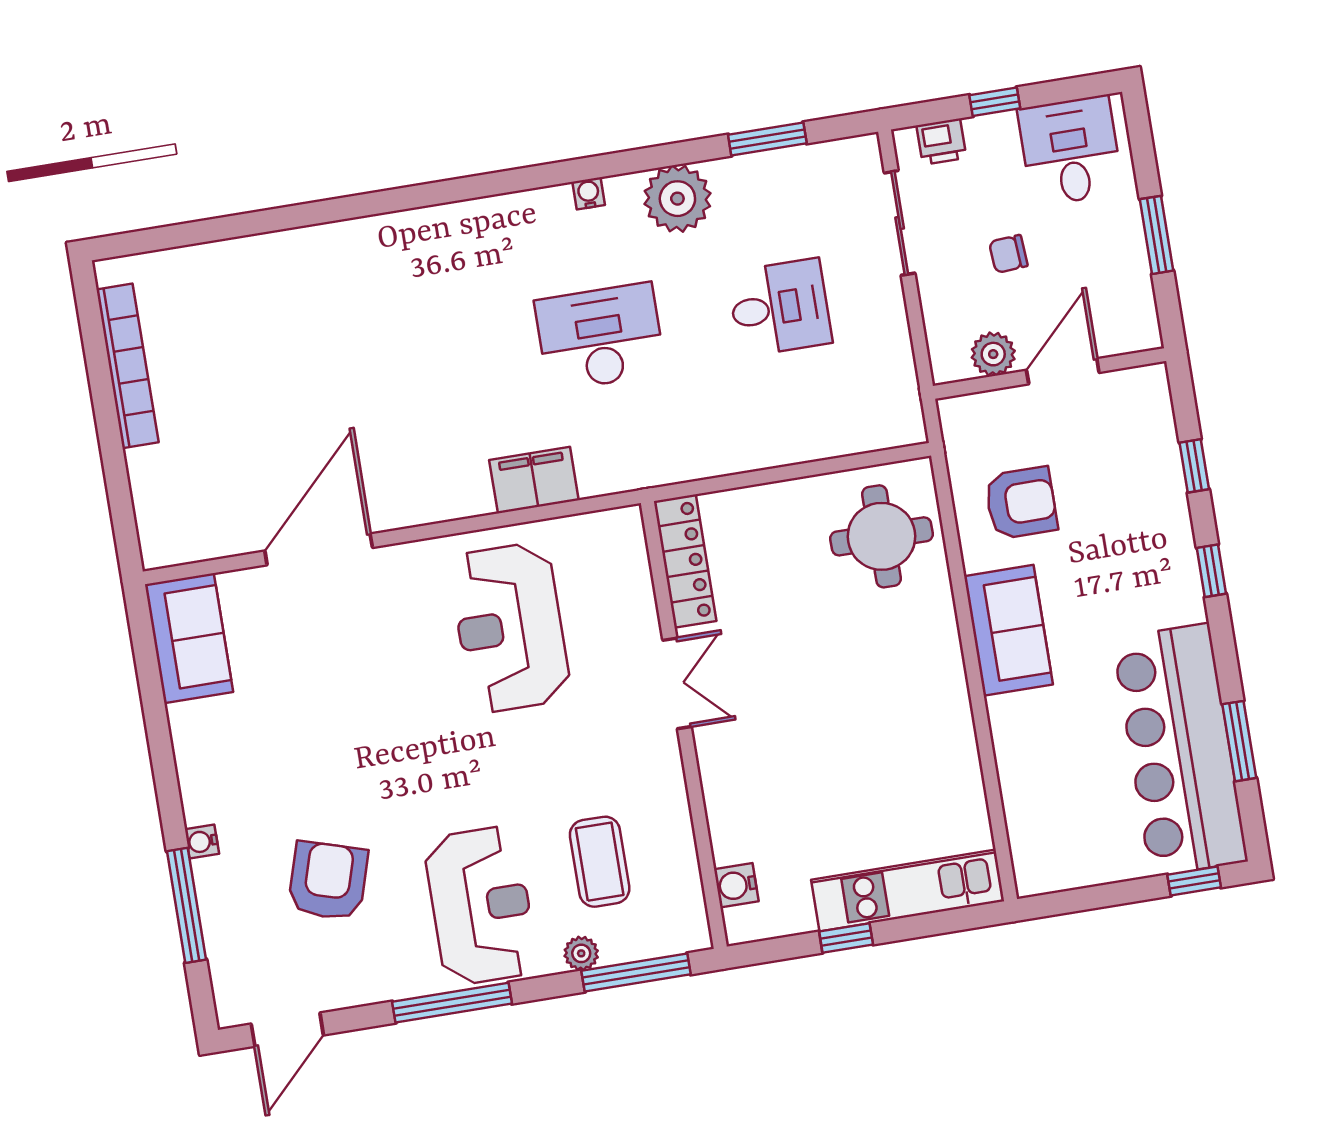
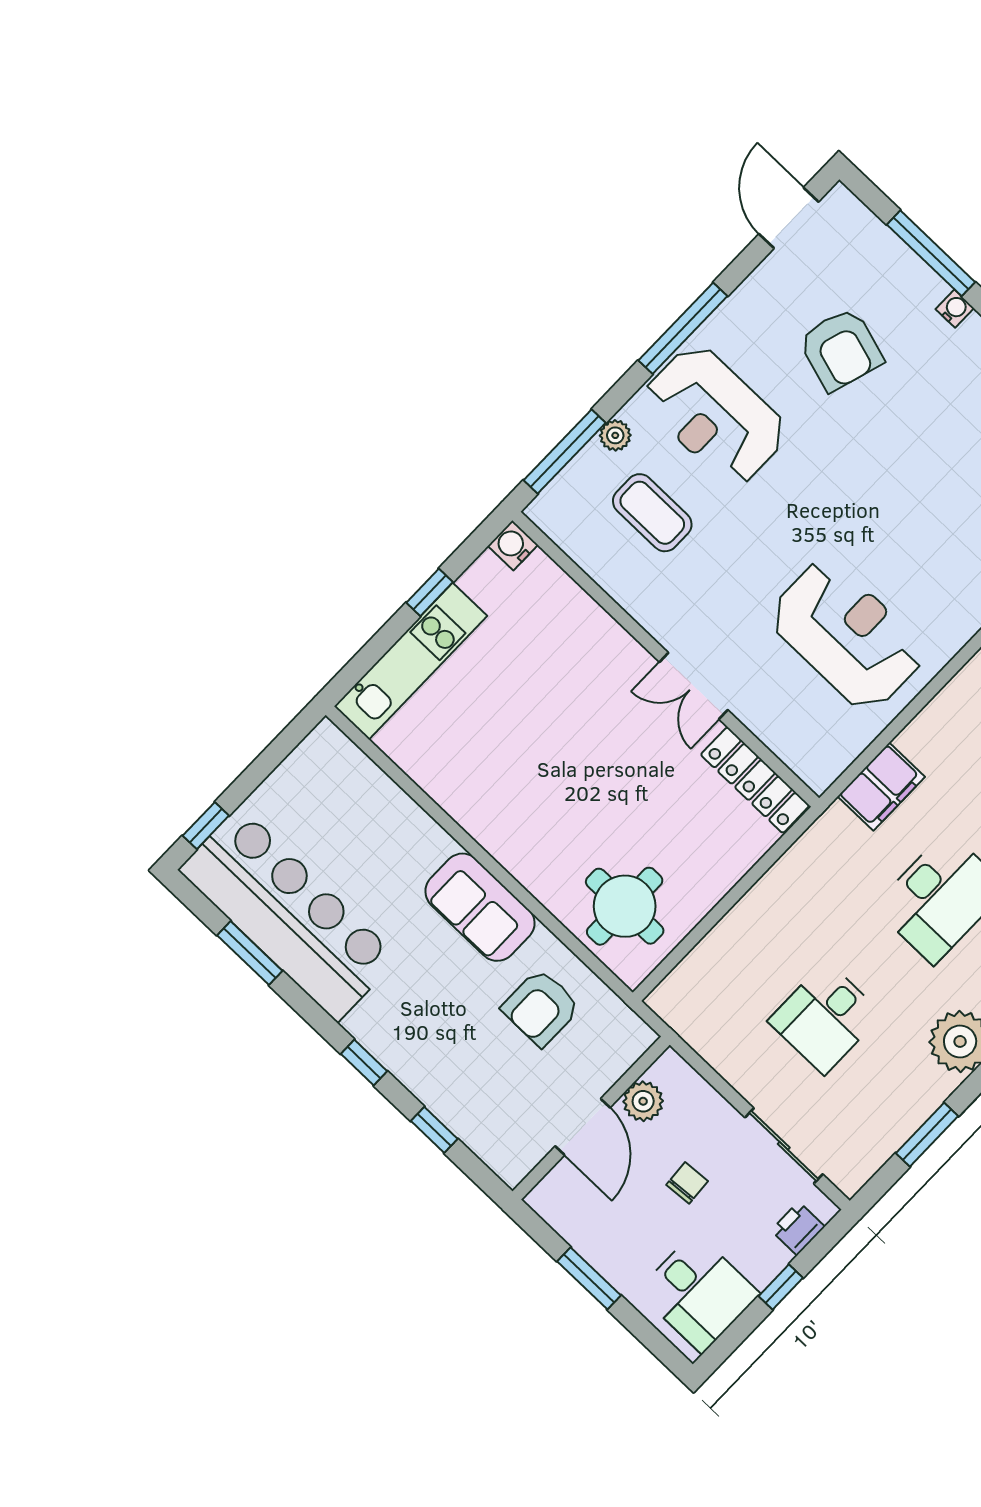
filing cabinet: (534, 480) -> (881, 787), moved
water cooler: (736, 885) -> (513, 545), moved, turned -90

